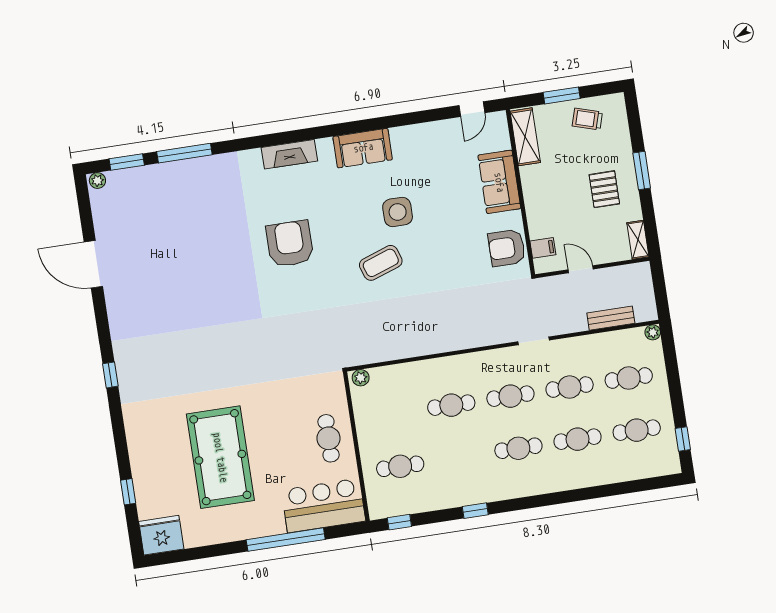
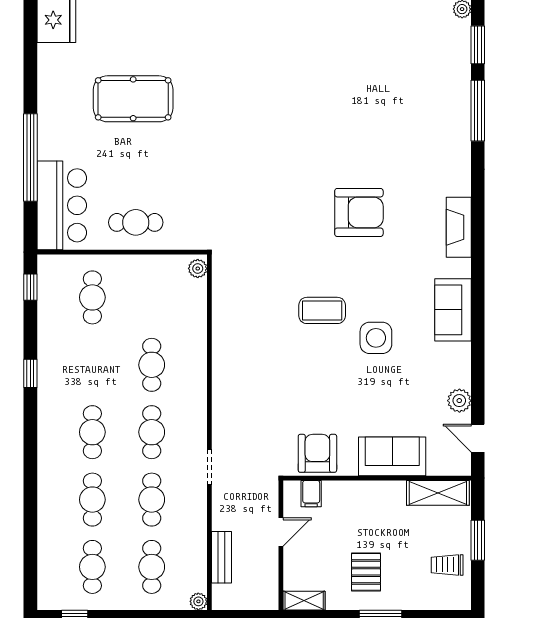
trolley: (587, 119) -> (447, 565), turned -107
plant: (441, 130) -> (459, 401), added
pallet: (604, 189) -> (366, 572), turned 90
coffee table: (381, 263) -> (322, 310), turned -71
pool table: (220, 457) -> (133, 99), width x0.73, depth x0.76

